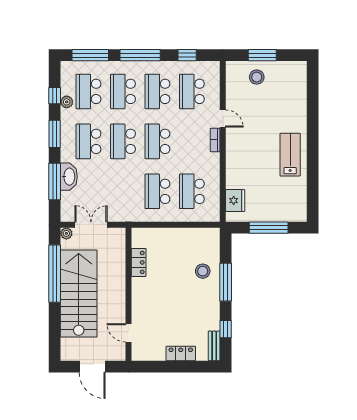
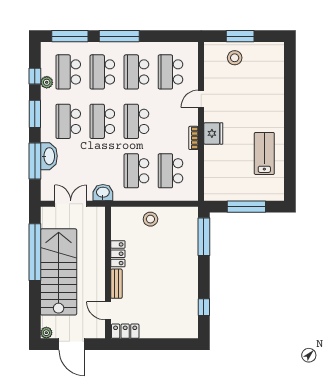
window: (187, 55) -> (166, 36), removed
door: (223, 119) -> (201, 99), swing flipped
bookcase: (215, 140) -> (193, 138), moved
lab bench: (290, 155) -> (264, 153), moved
fridge: (235, 201) -> (213, 133), moved
washbasin: (124, 213) -> (103, 193), added
plant: (66, 233) -> (46, 333), moved
locker: (139, 262) -> (118, 254), moved
stool: (203, 271) -> (150, 219), moved
window: (226, 282) -> (204, 237), moved
bench: (214, 346) -> (116, 284), moved
locker: (181, 354) -> (125, 331), moved

